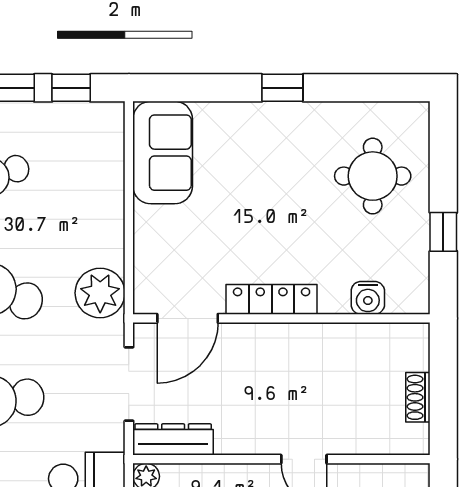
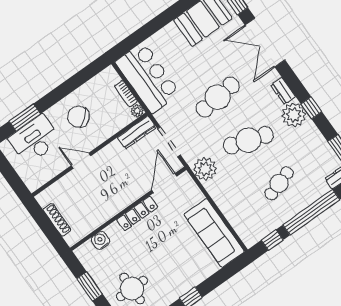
sofa: (163, 153) -> (214, 233), width x1.36
window: (443, 232) -> (90, 286), width x1.50
shoe rack: (418, 397) -> (57, 220), width x1.43

